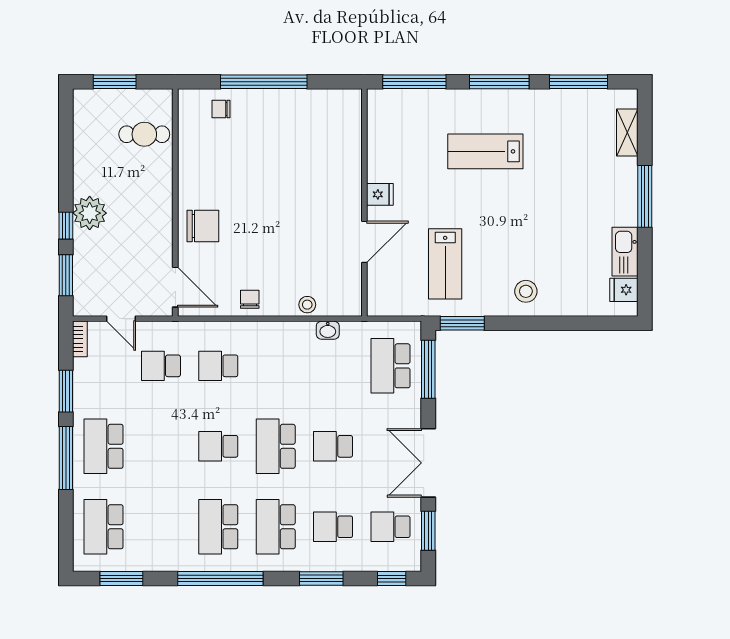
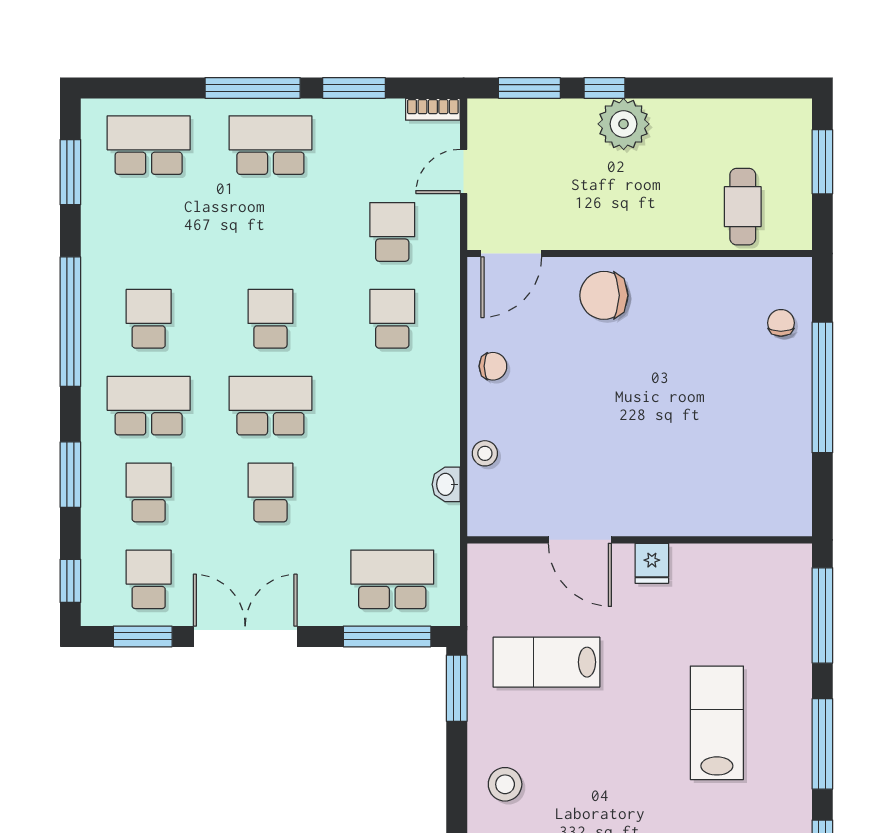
chair: (203, 226) -> (604, 295), turned 90
school desk: (218, 527) -> (149, 319), width x0.54

